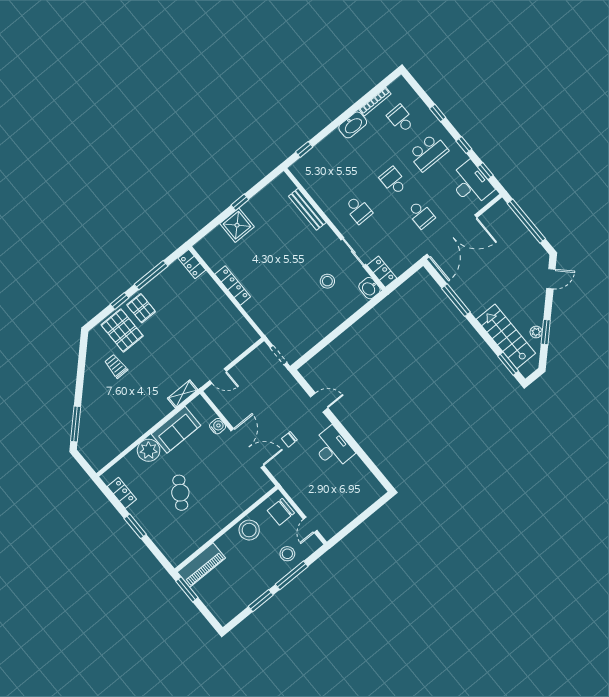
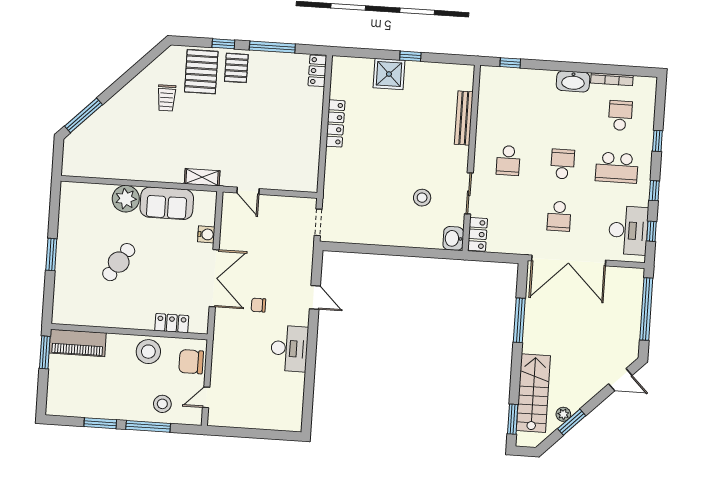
trolley: (116, 366) -> (166, 98), turned 180
locker: (122, 493) -> (172, 323), moved, turned -90

